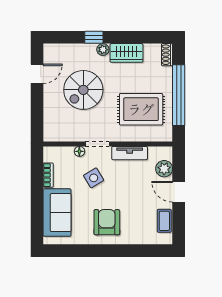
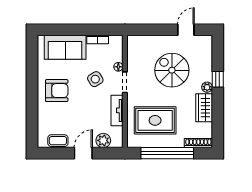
shoe rack: (167, 55) -> (198, 143), width x1.43
door: (37, 74) -> (186, 30), swing flipped
rug: (141, 109) -> (155, 120), turned 90

